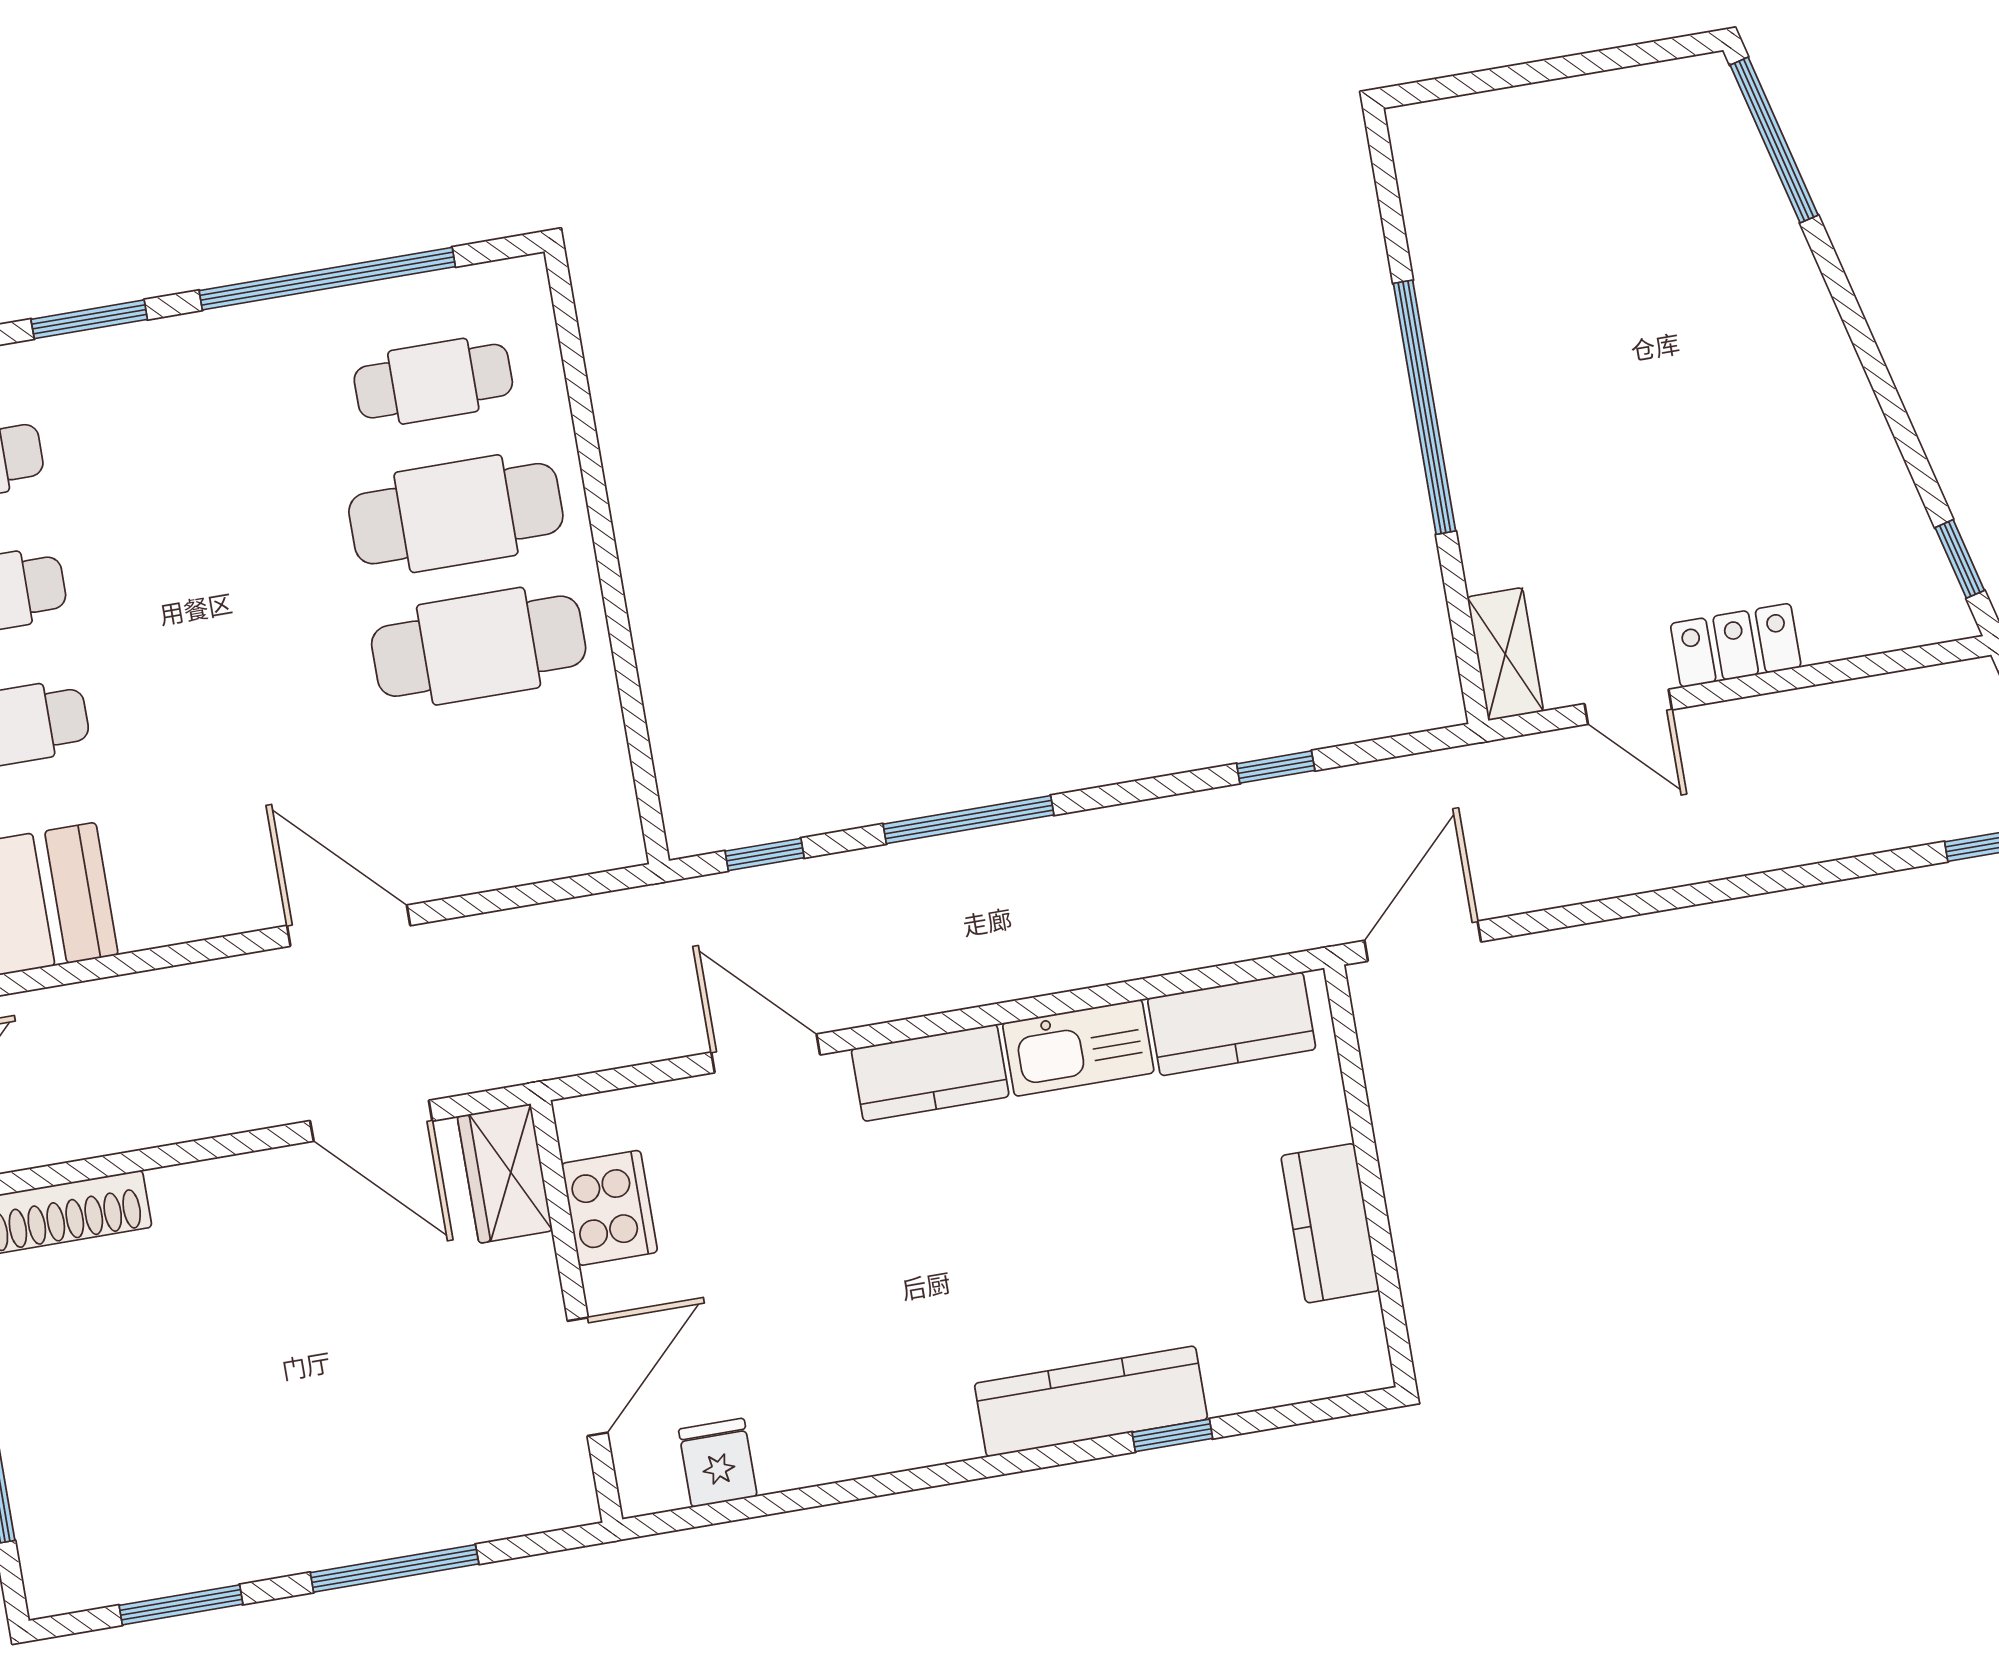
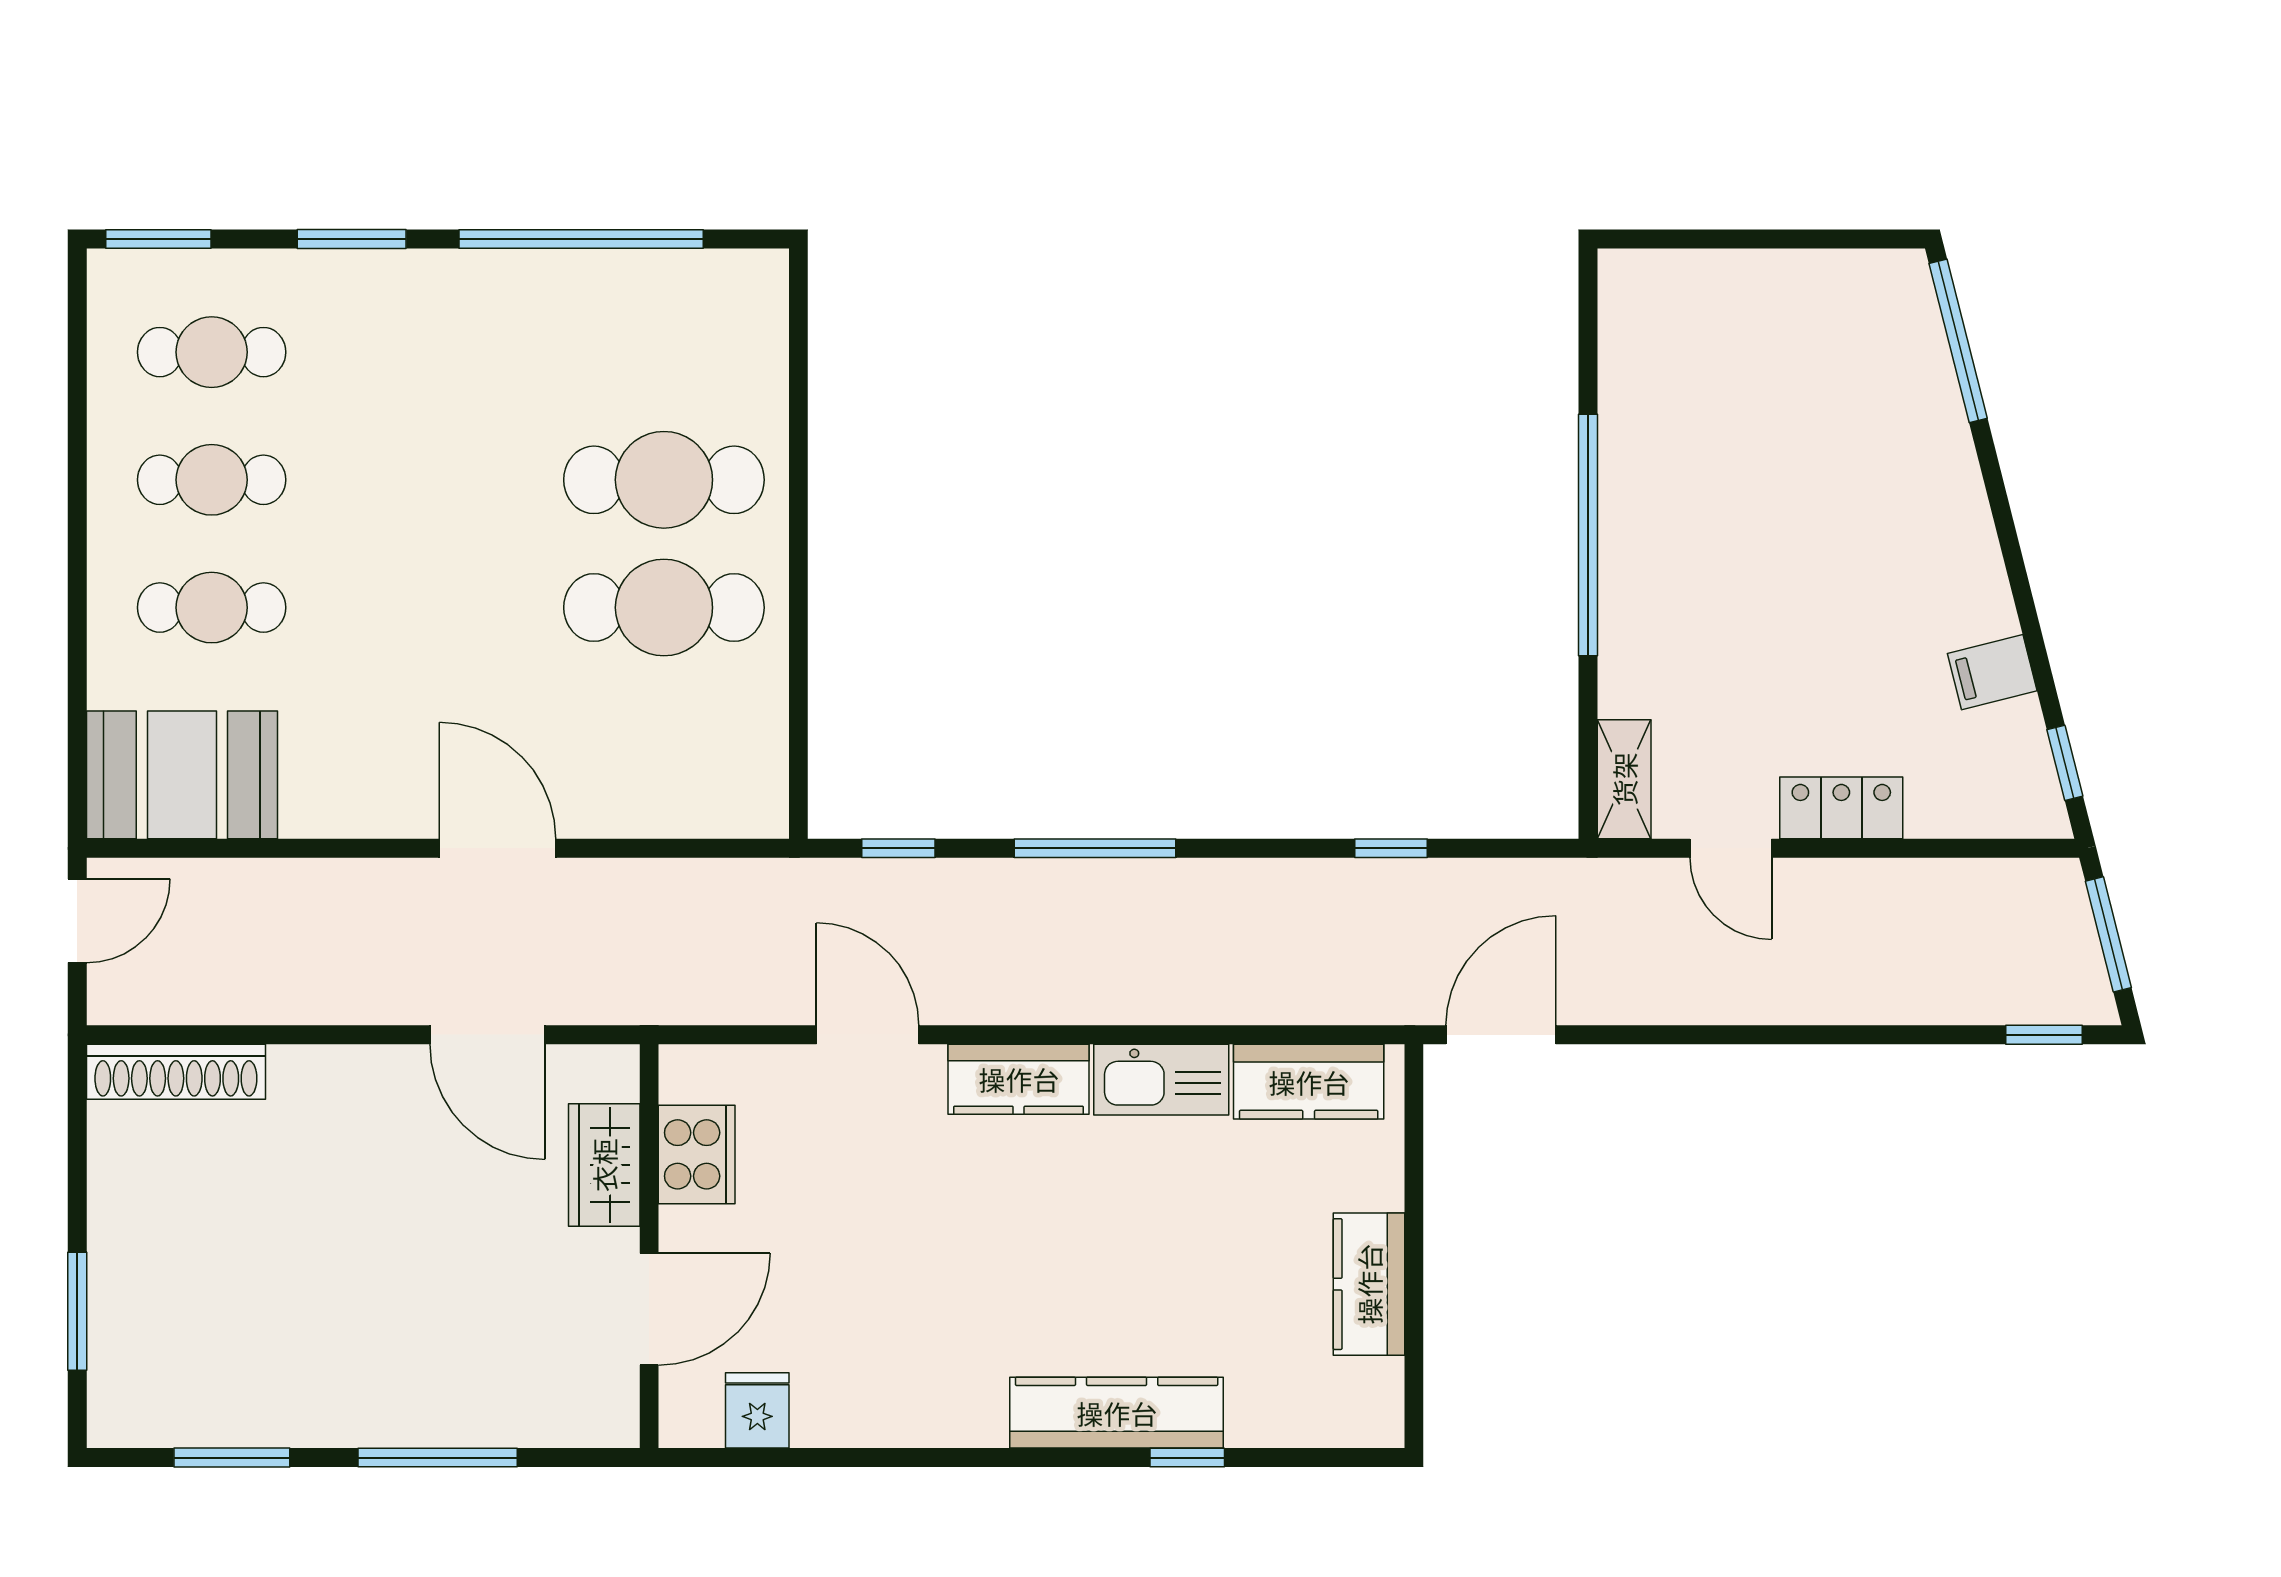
cafe table: (433, 381) -> (664, 352), removed
filing cabinet: (1868, 478) -> (1992, 672), added
wardrobe: (505, 1173) -> (604, 1165), moved

